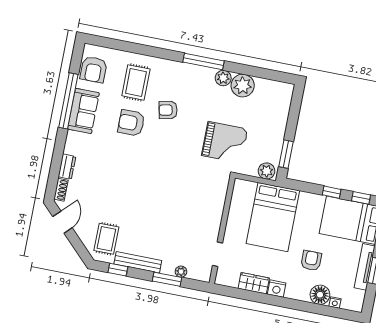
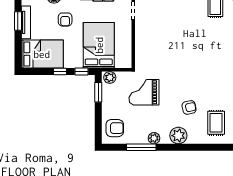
window: (204, 62) -> (141, 147), moved
plant: (243, 86) -> (178, 136), moved
armchair: (131, 123) -> (115, 128), moved
window: (361, 198) -> (81, 71), moved

